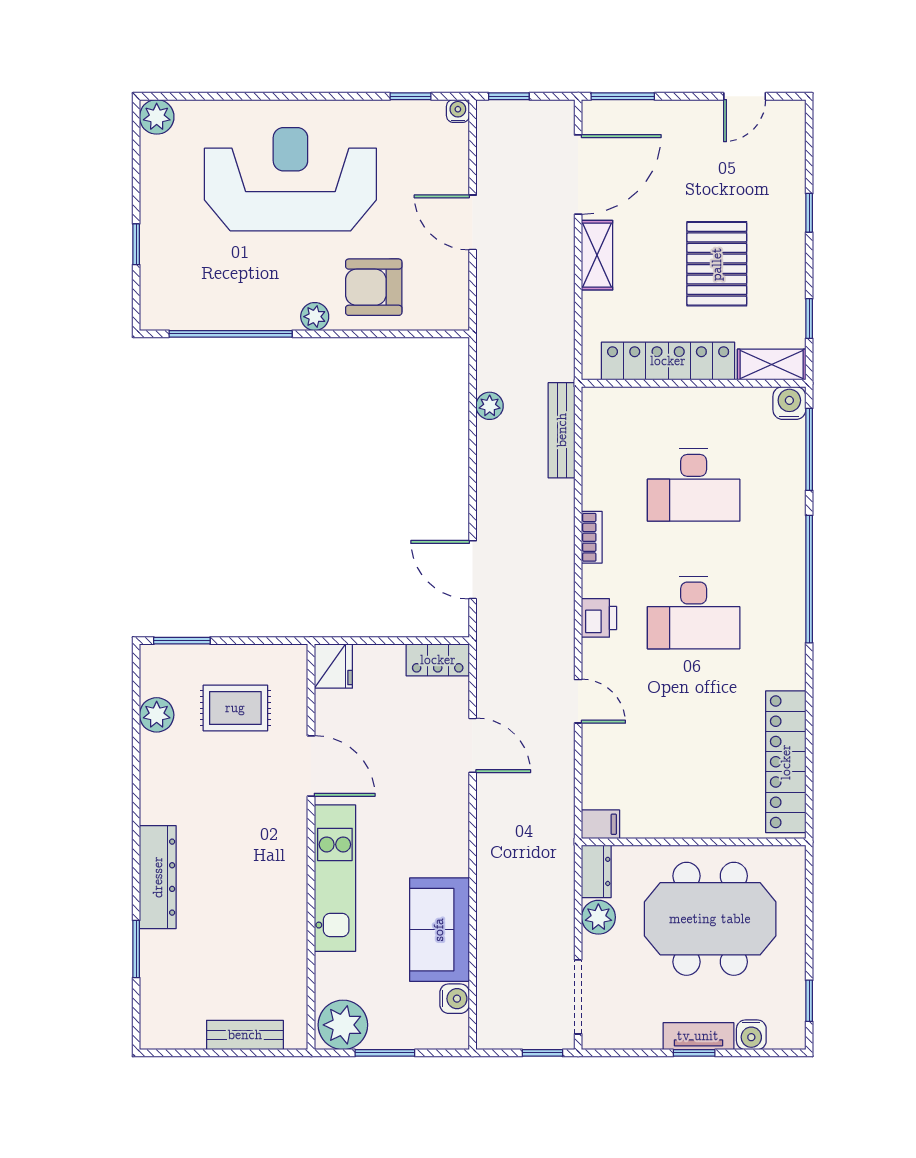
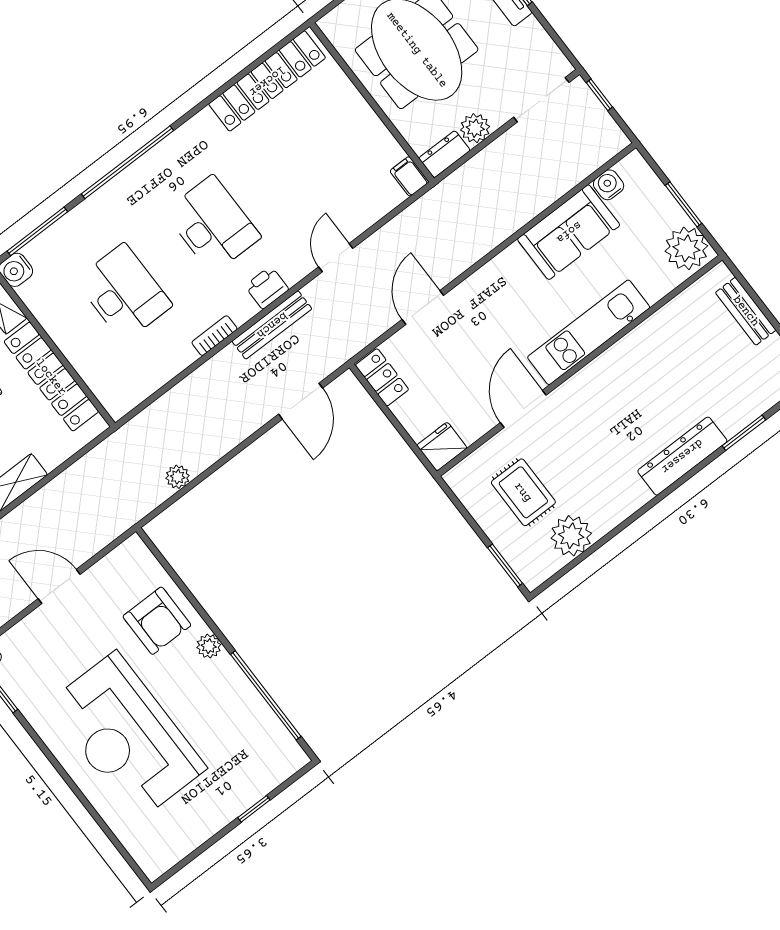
plant: (157, 117) -> (154, 863), removed
door: (473, 222) -> (59, 586), swing flipped
bench: (562, 430) -> (272, 325), moved
plant: (157, 715) -> (571, 536), width x1.36, depth x1.36

